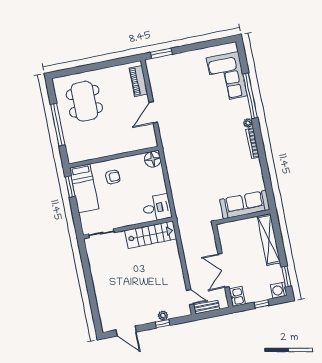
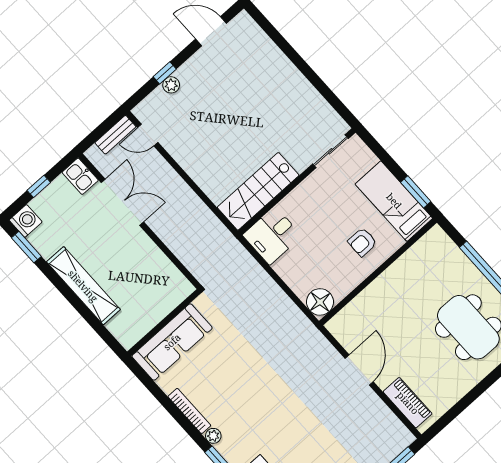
sofa: (245, 205) -> (172, 342), moved
wall: (243, 217) -> (164, 323), moved

